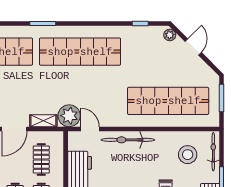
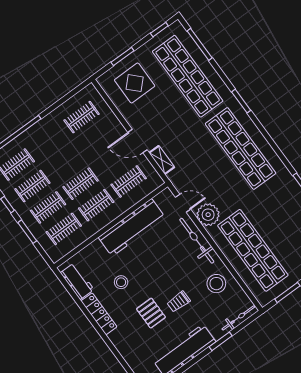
plant: (69, 116) -> (208, 215), moved
door: (90, 129) -> (183, 203), hinge flipped
stool: (188, 155) -> (216, 284), moved

